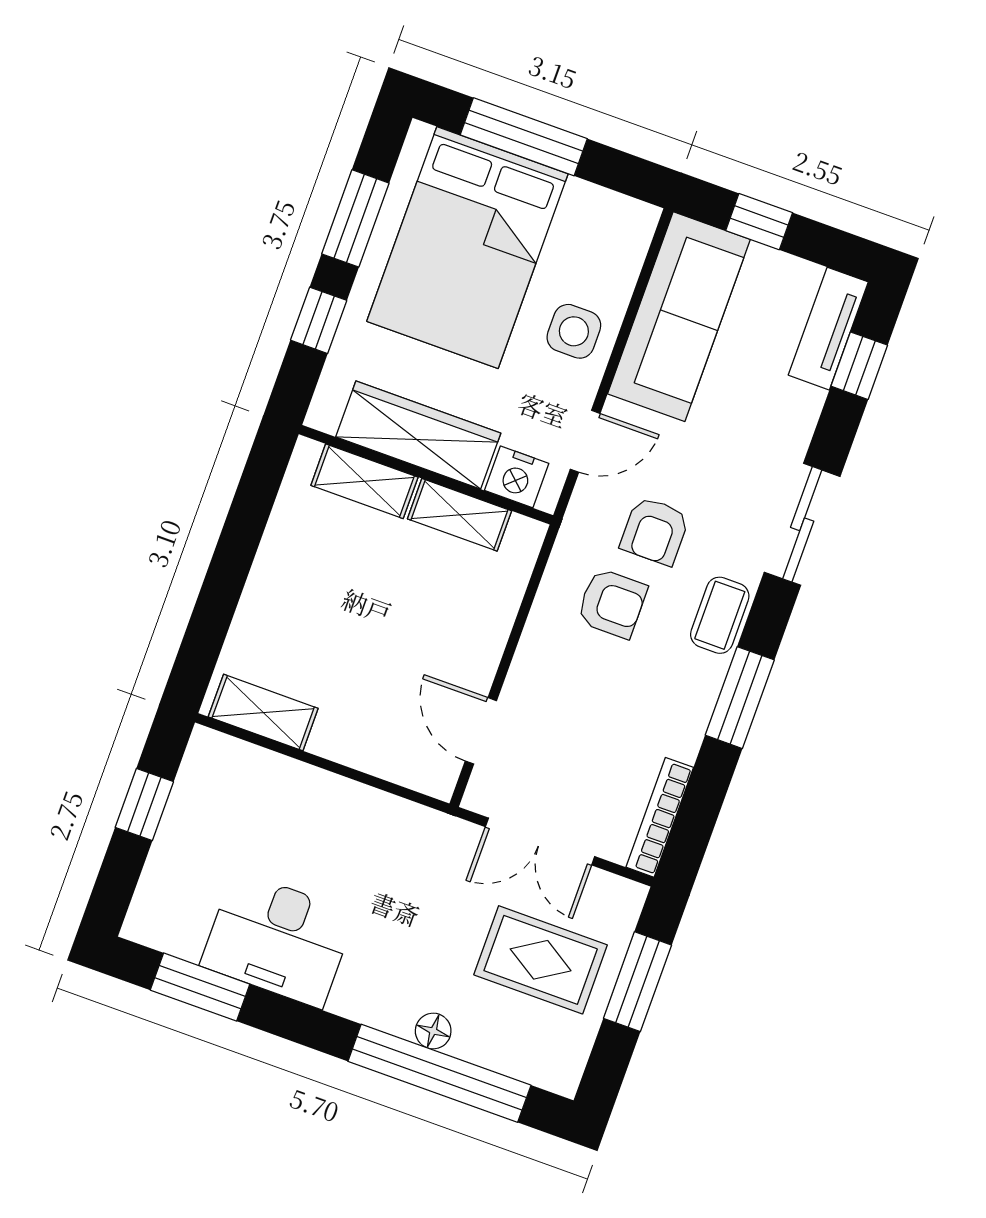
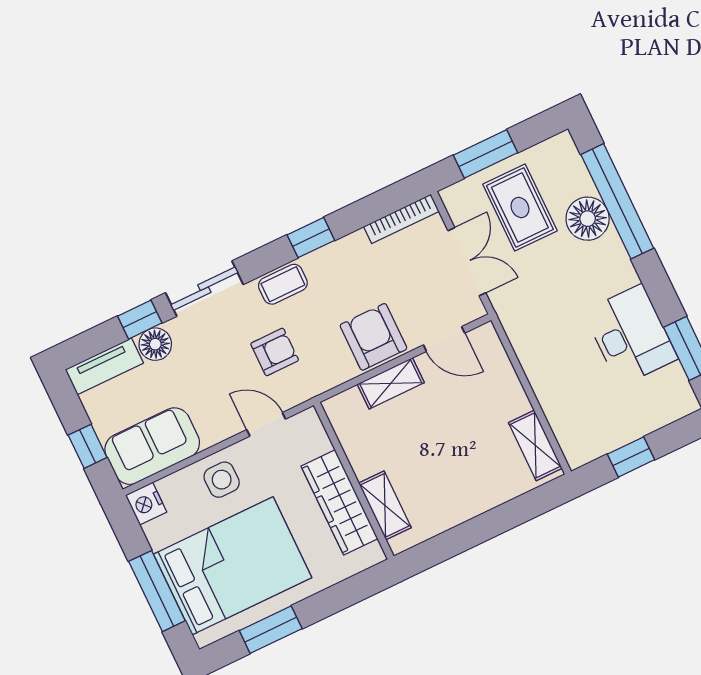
sofa: (679, 317) -> (152, 446), width x0.73
window: (319, 320) -> (333, 600), removed
window: (859, 366) -> (140, 320), moved
floor lamp: (796, 409) -> (155, 344), added
nightstand: (517, 477) -> (146, 504), moved, turned 180
shelving: (459, 515) -> (391, 383), moved, turned 90
armchair: (612, 603) -> (373, 337), moved, width x1.38, depth x1.38
window: (740, 698) -> (311, 238), width x0.67
door: (481, 731) -> (444, 339), hinge flipped
floor lamp: (433, 1031) -> (588, 219), width x1.89, depth x1.89

